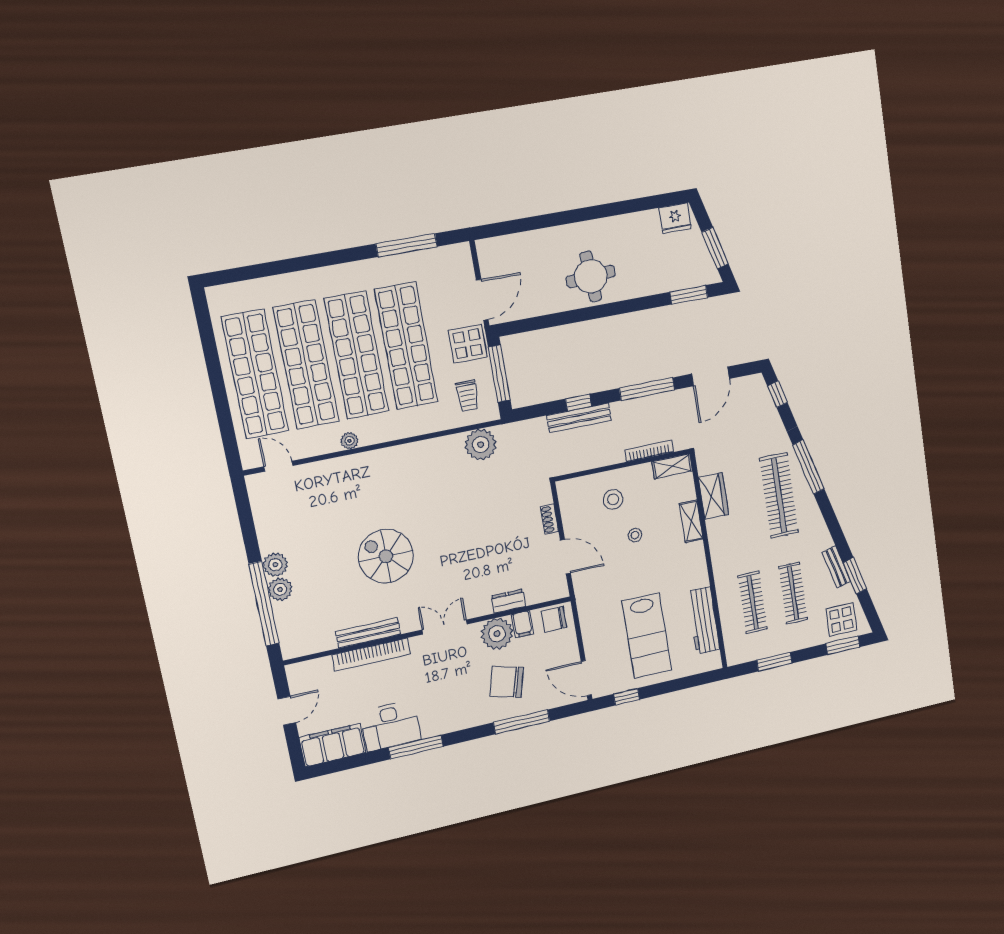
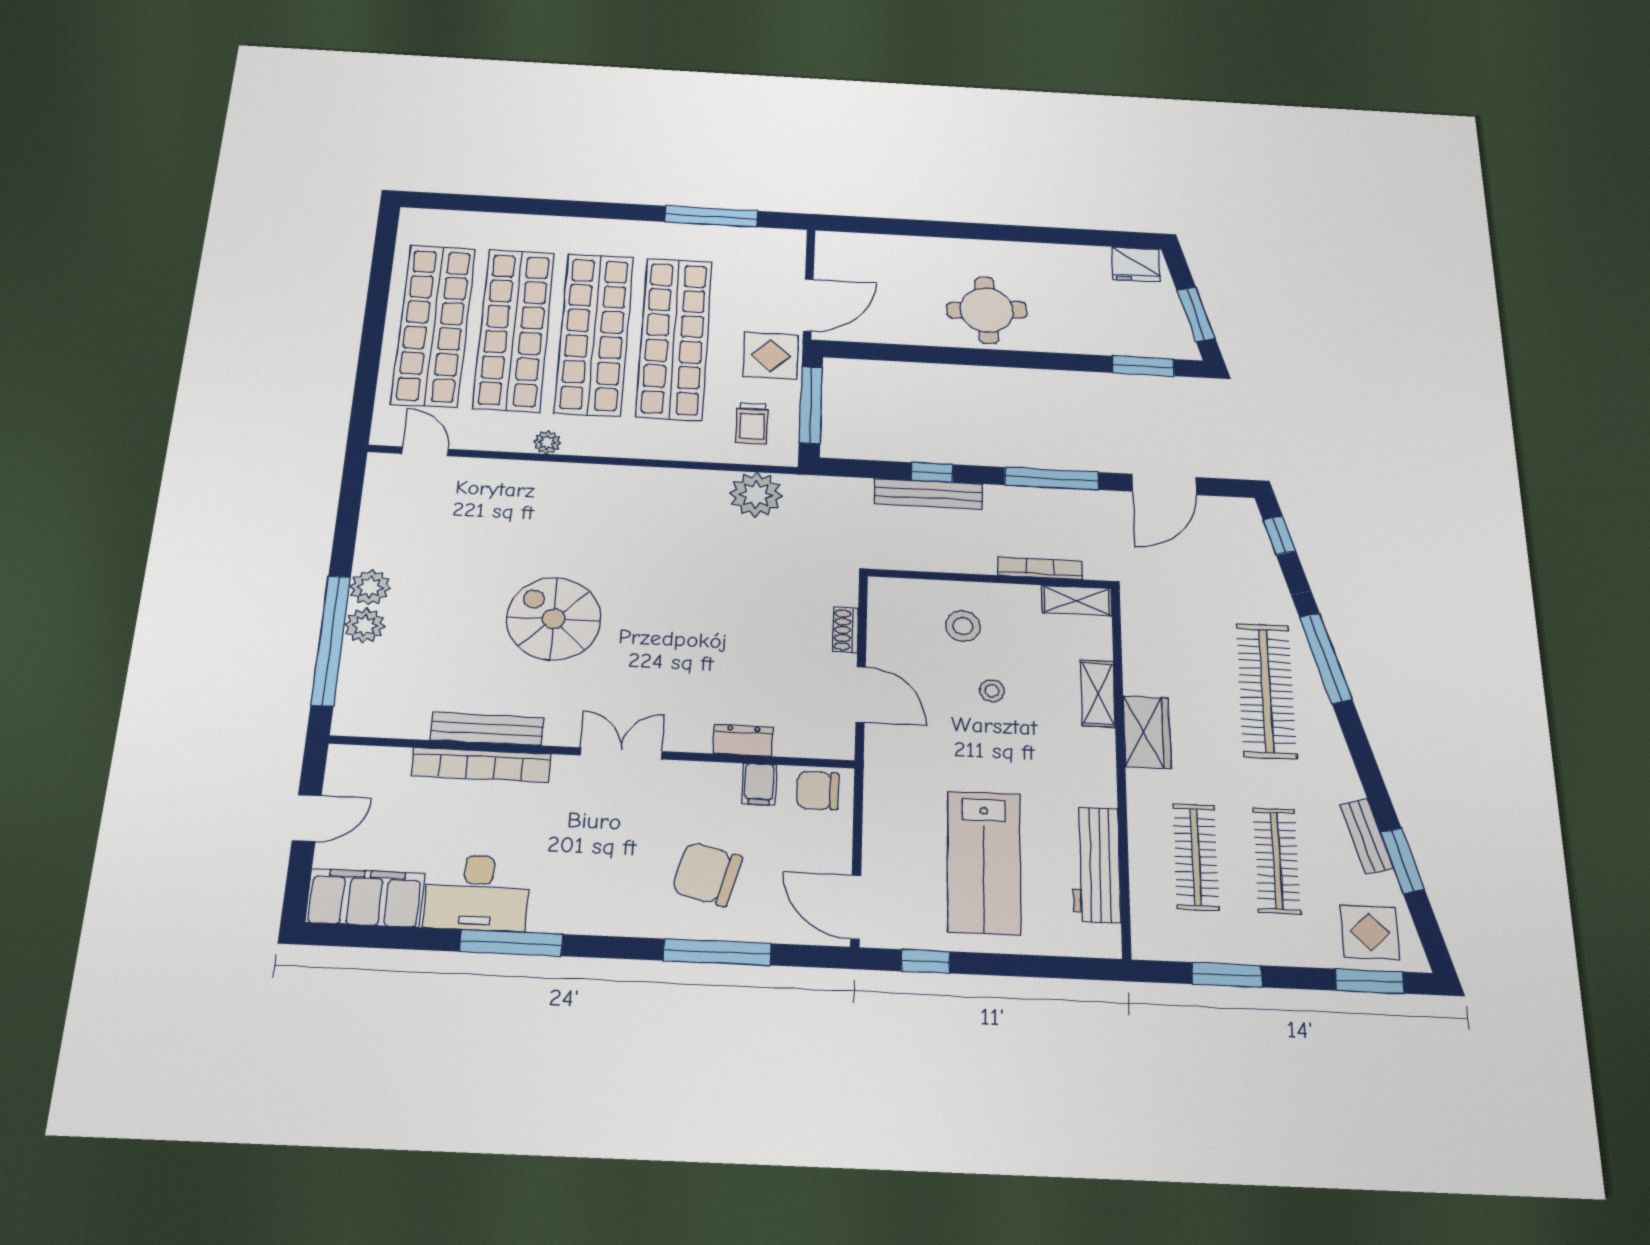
wardrobe: (713, 496) -> (1147, 732), moved
plant: (497, 634) -> (710, 788), removed

